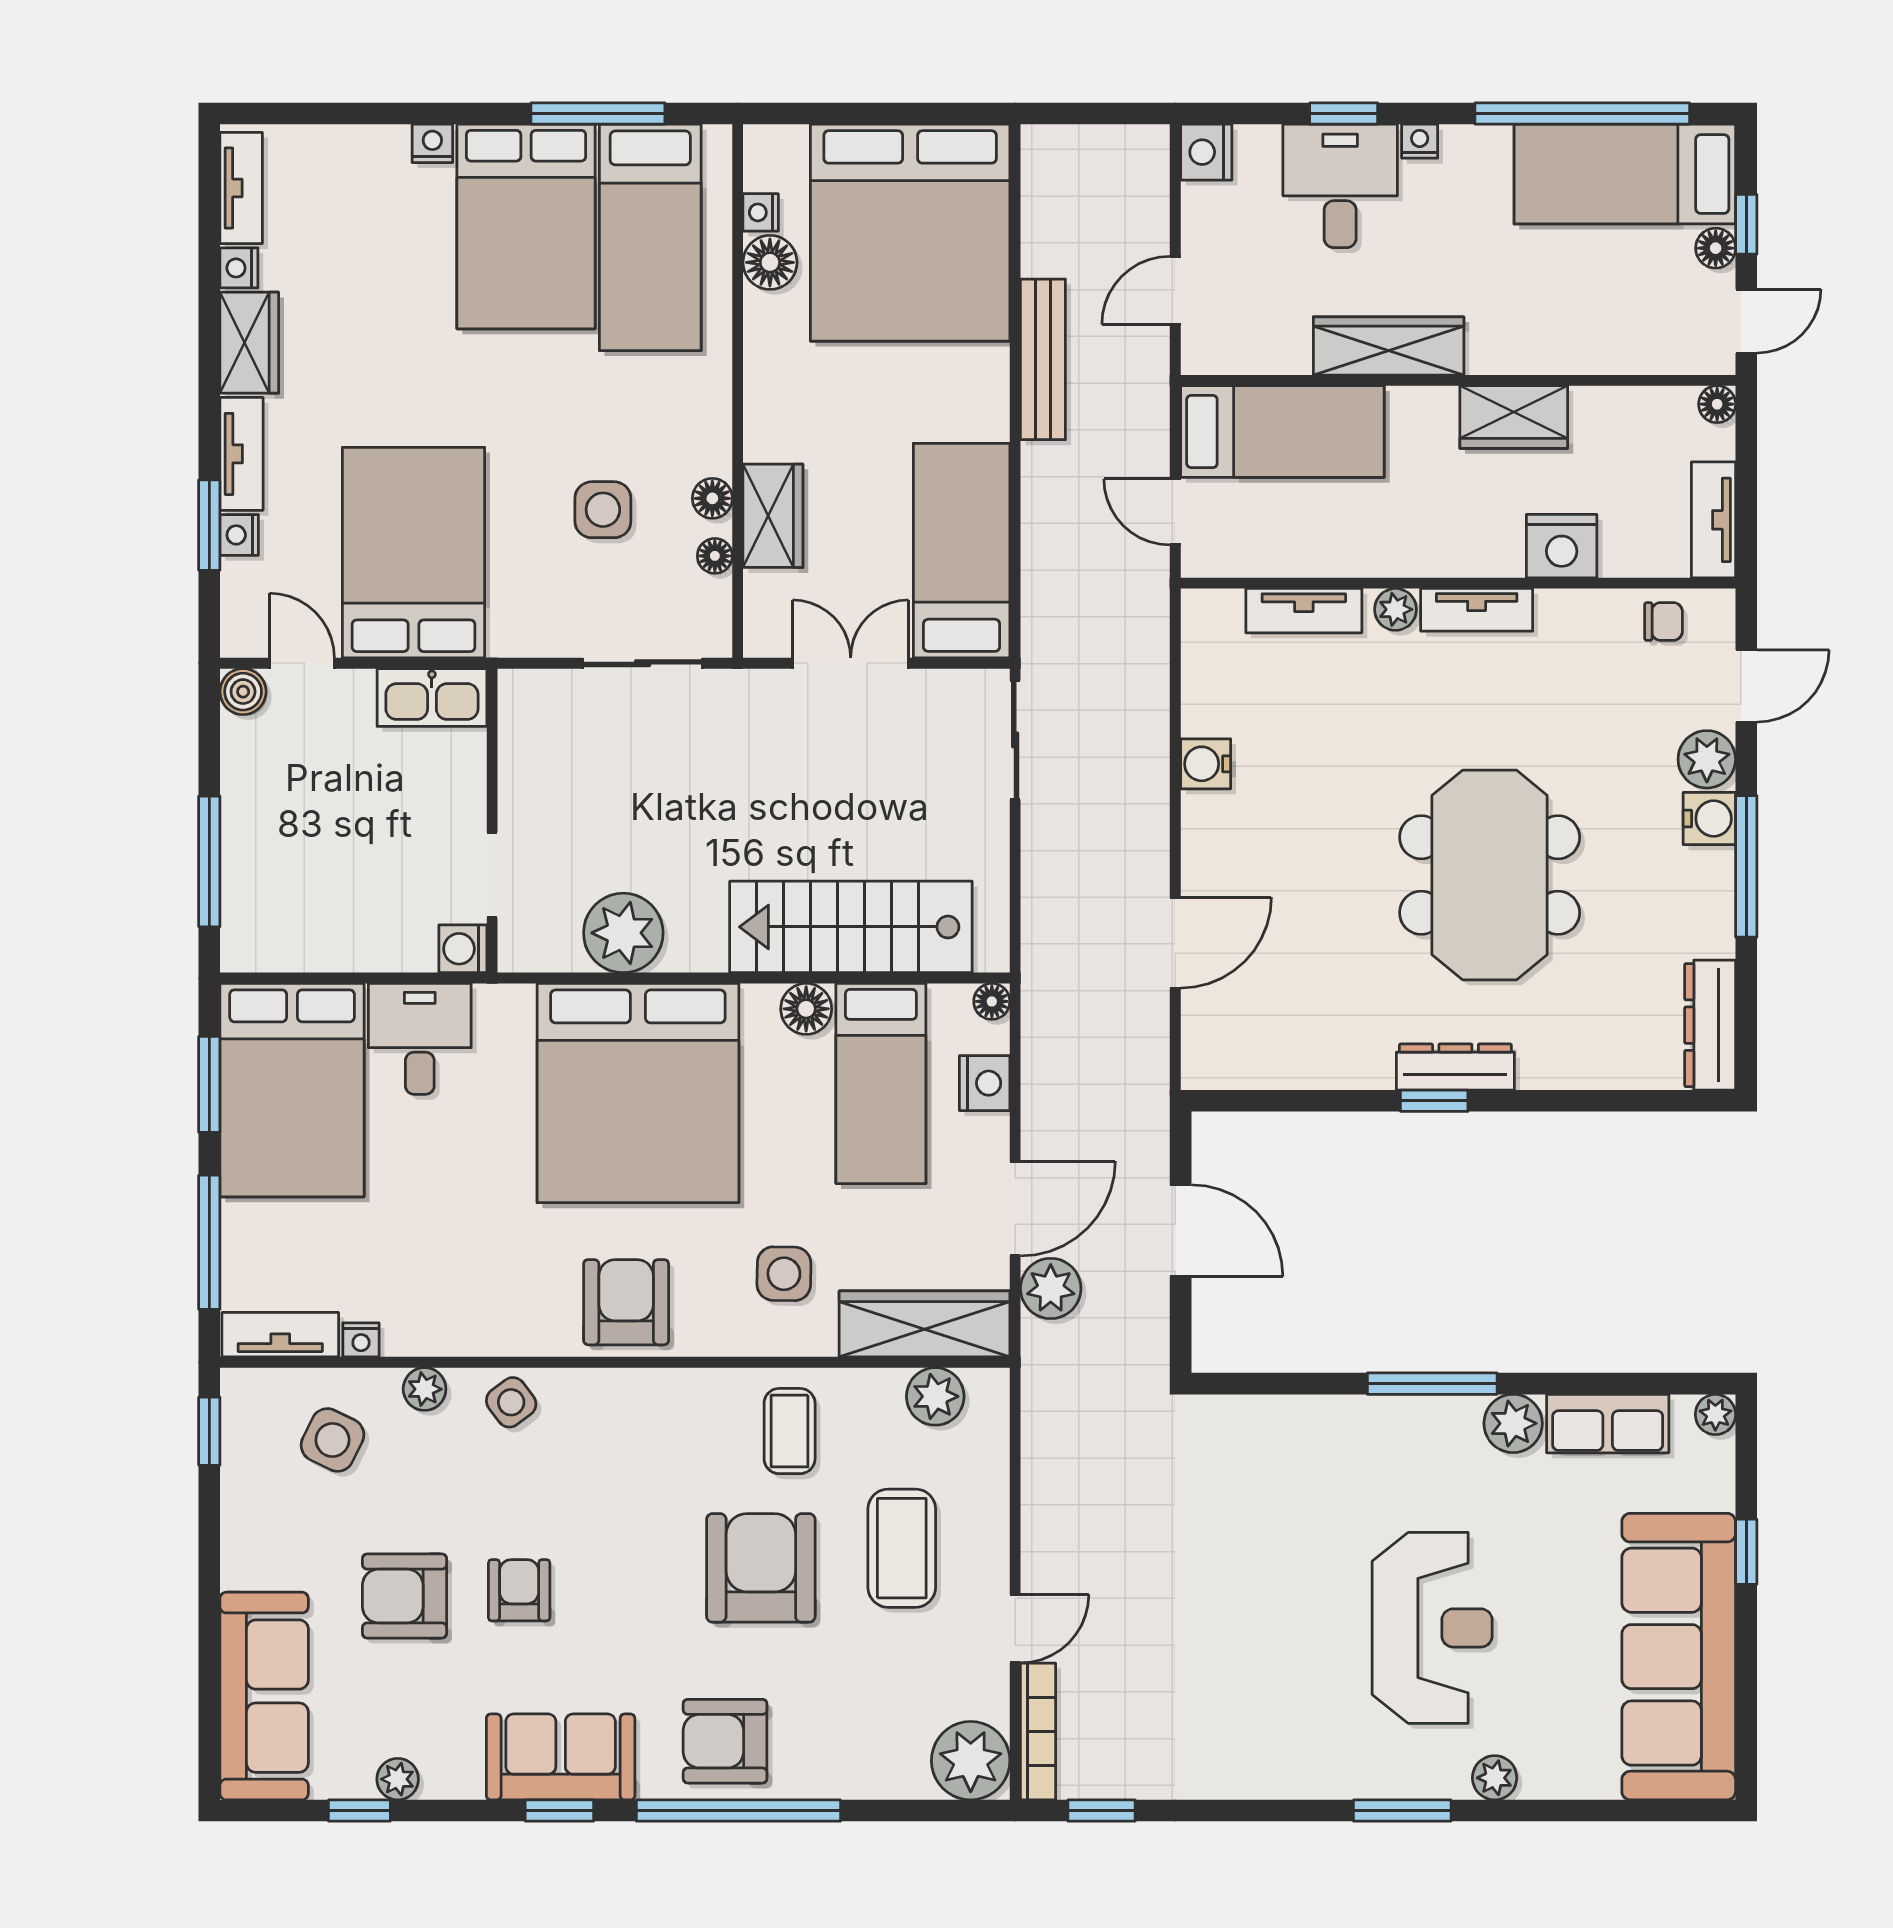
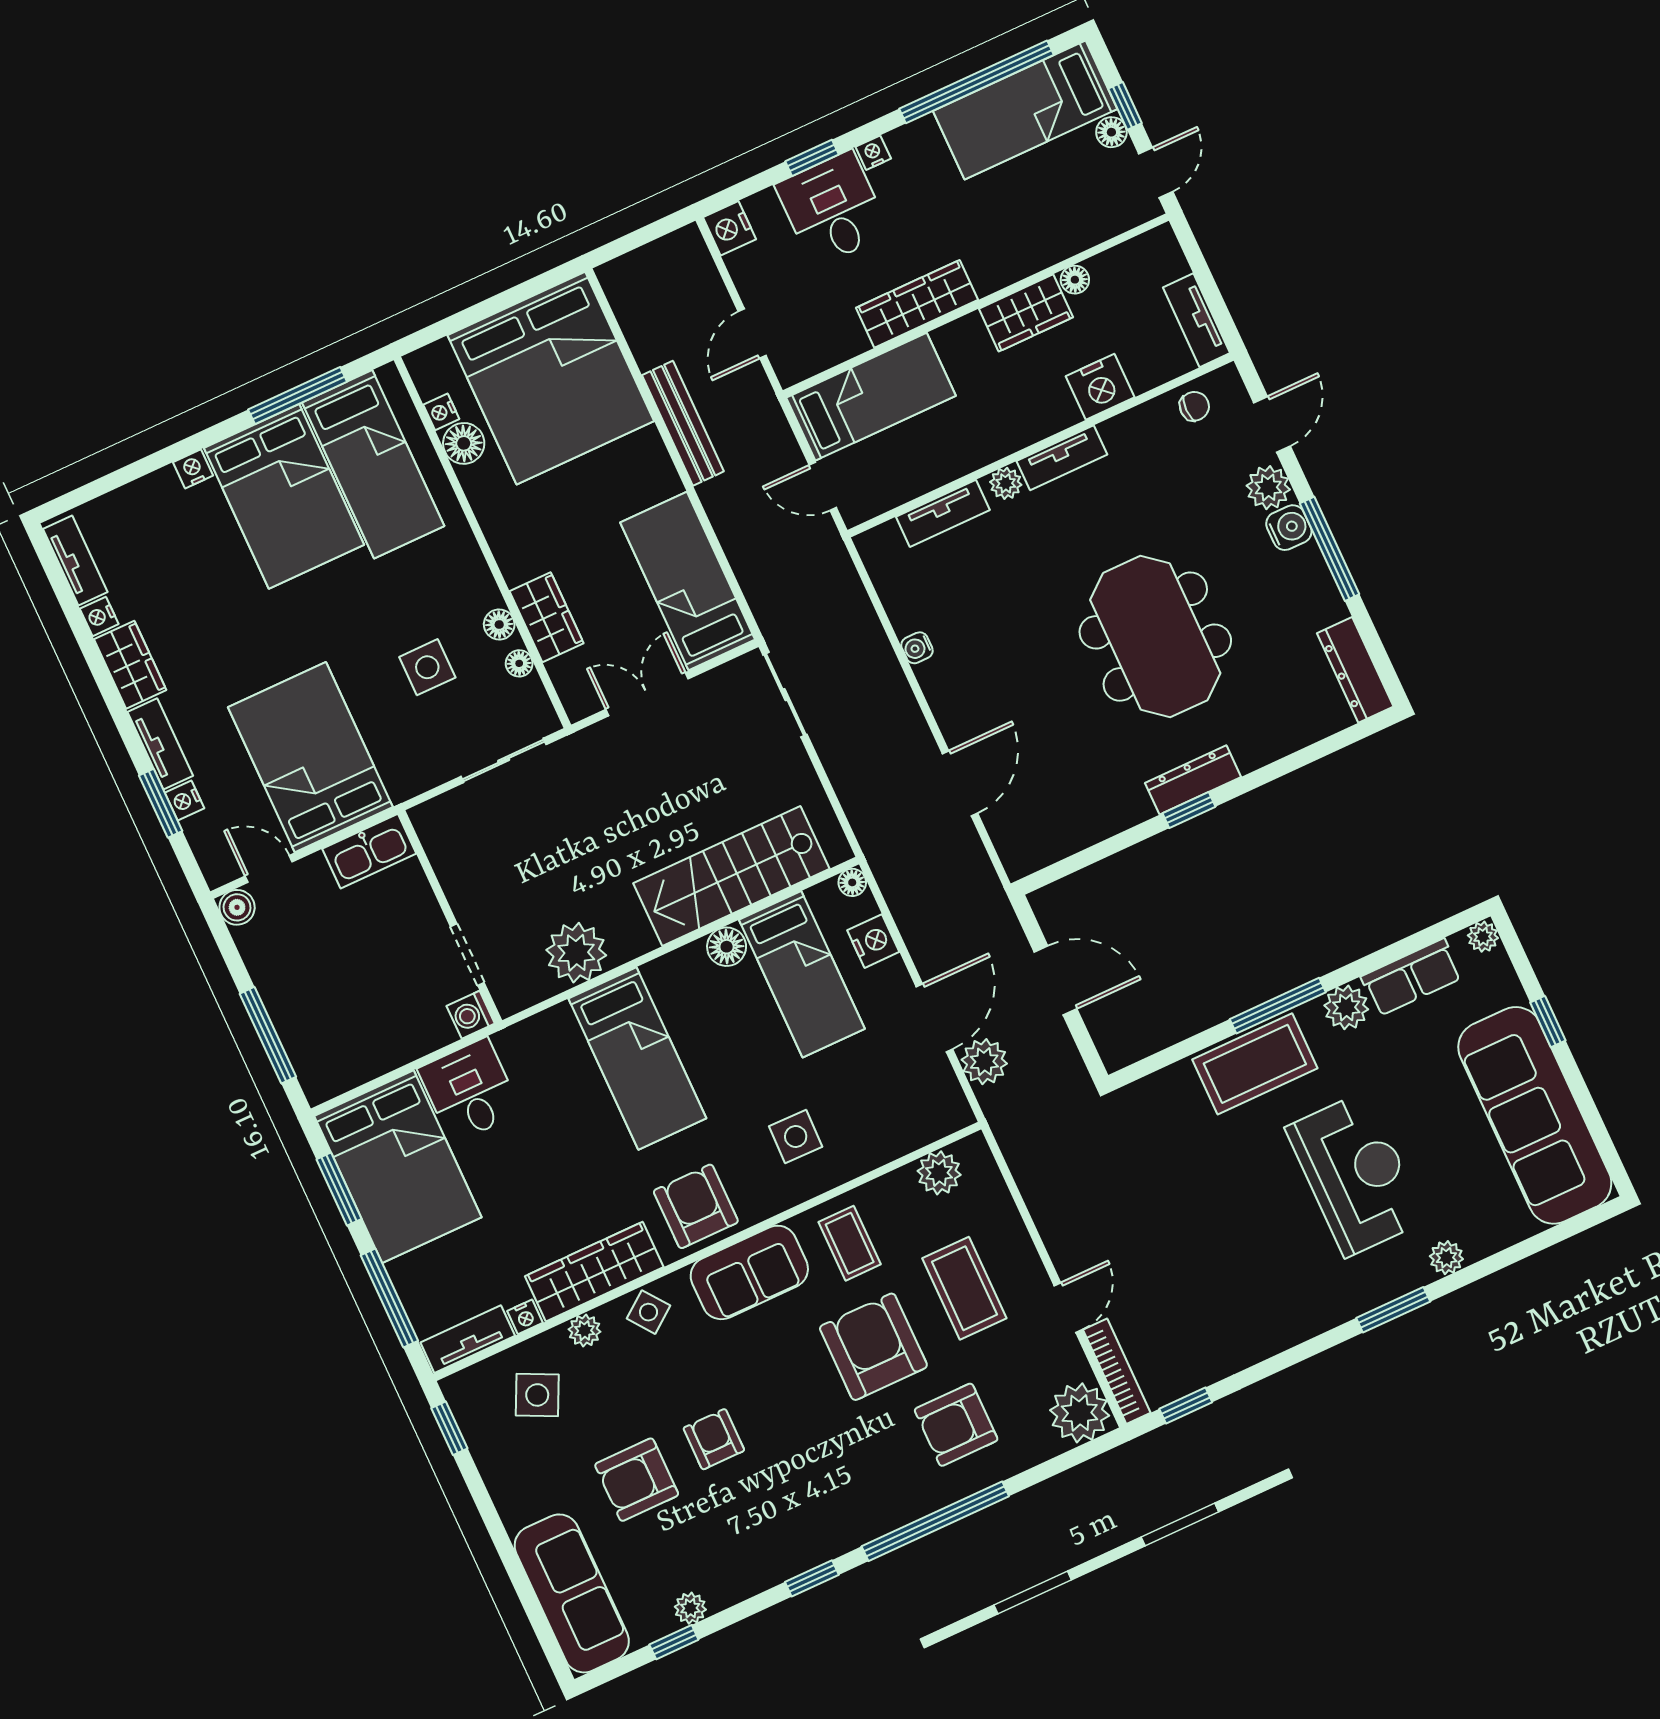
floor lamp: (1717, 404) -> (1075, 280), moved
water cooler: (1206, 764) -> (917, 648), width x0.72, depth x0.72
bed: (638, 1093) -> (637, 1058), width x0.49
wardrobe: (924, 1324) -> (594, 1272), moved
coffee table: (1373, 1441) -> (1255, 1064), added
armchair: (725, 1741) -> (956, 1425), moved
sofa: (561, 1757) -> (749, 1272), moved, turned 180

